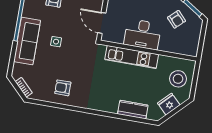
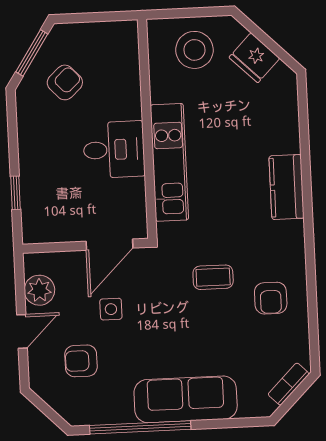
desk: (143, 34) -> (114, 150), width x0.73
side table: (56, 42) -> (111, 309), moved
coffee table: (77, 65) -> (213, 277), added
kitchen counter: (133, 110) -> (287, 187), moved

